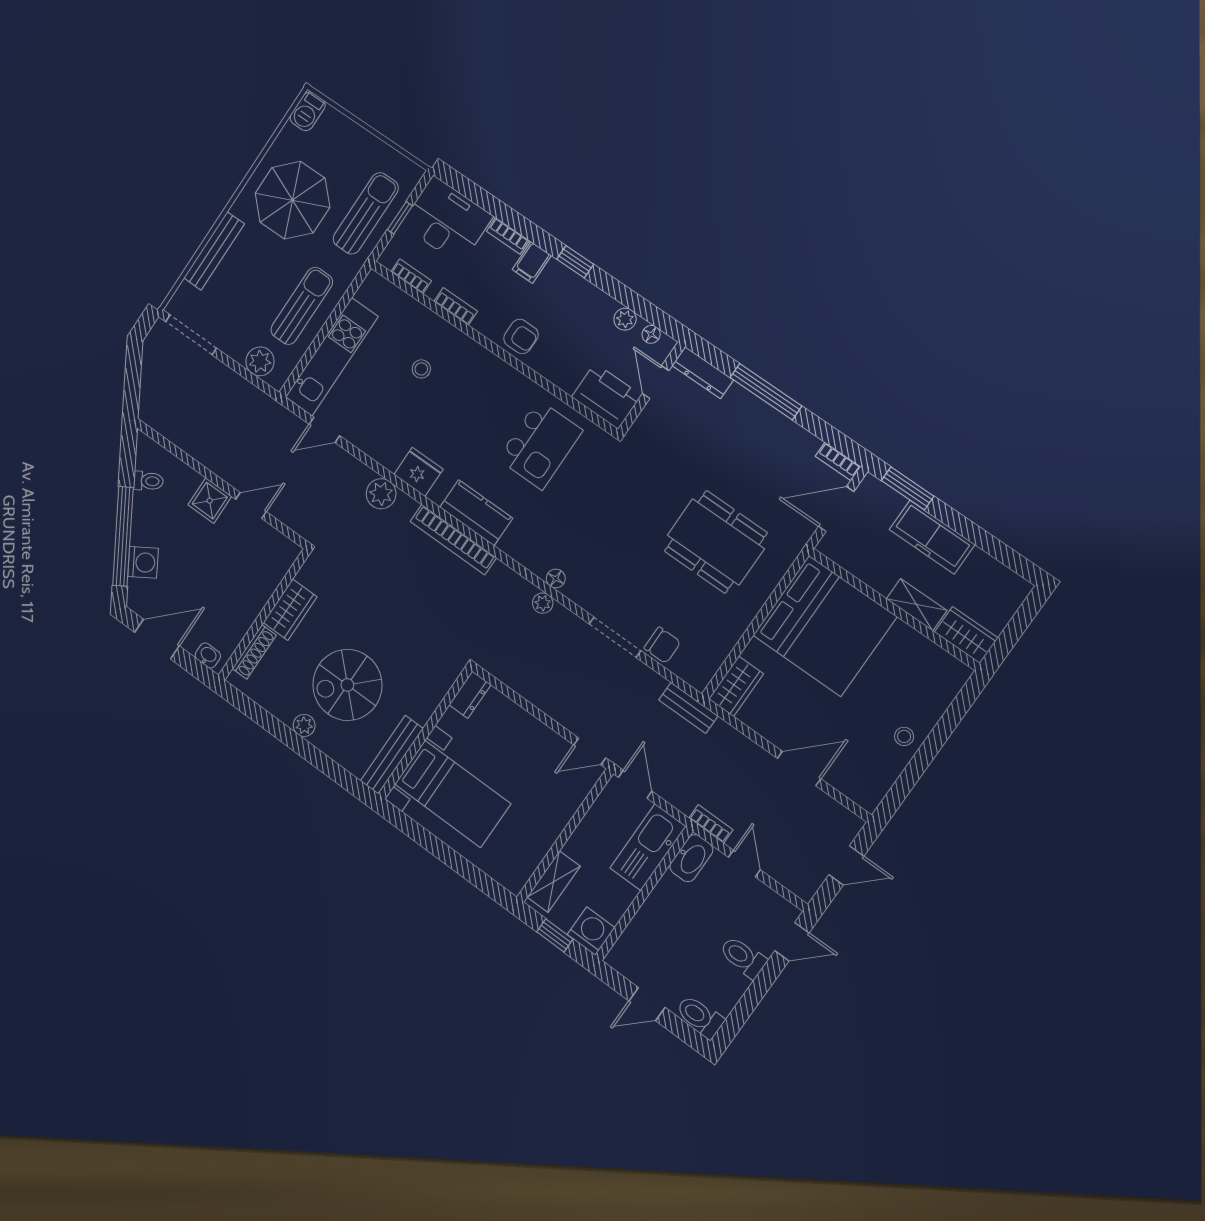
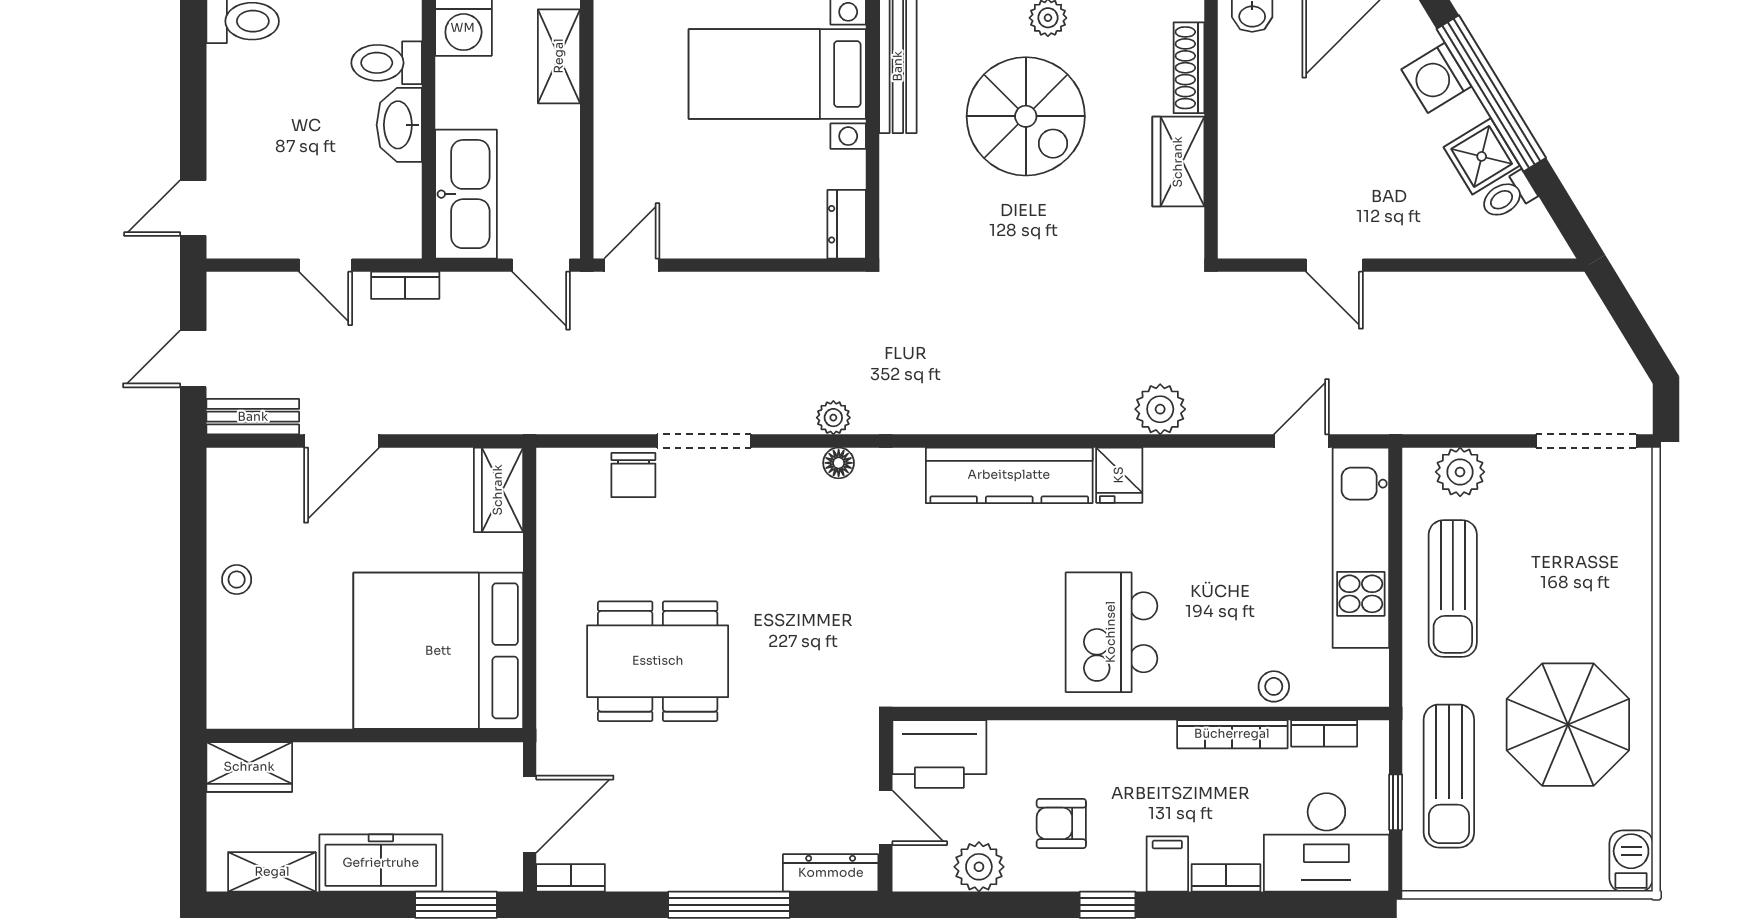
bench: (214, 251) -> (1634, 579), removed
bookcase: (456, 306) -> (1232, 734), width x1.56
plant: (625, 319) -> (979, 867), width x1.38, depth x1.38
floor lamp: (651, 334) -> (936, 877), removed
armchair: (521, 336) -> (1061, 823), moved
stool: (421, 369) -> (1274, 686), moved
kitchen island: (540, 445) -> (1111, 632), moved
fridge: (419, 472) -> (1119, 475), width x0.72
shower: (210, 501) -> (1482, 156), moved, turned -31
door: (251, 506) -> (1334, 265), hinge flipped
kitchen counter: (476, 513) -> (1009, 475), width x1.50
bookcase: (453, 540) -> (1016, 417), removed
shelving: (917, 605) -> (272, 872), moved
chair: (662, 645) -> (633, 475), turned -90
spiral stairs: (347, 685) -> (1026, 116), turned 90
bench: (688, 708) -> (253, 417), moved
washbasin: (691, 858) -> (399, 125), moved
toilet: (743, 957) -> (387, 63), moved, turned 180

